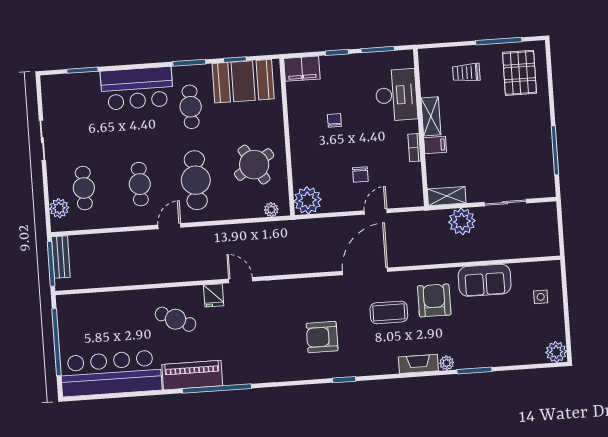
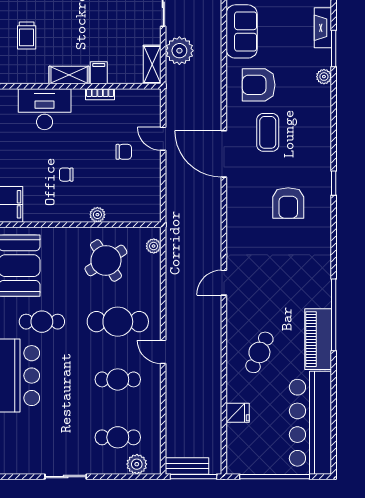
plant: (308, 200) -> (97, 215), moved, width x0.53, depth x0.53
fridge: (214, 295) -> (238, 413), moved
fireplace: (418, 364) -> (323, 28), moved

